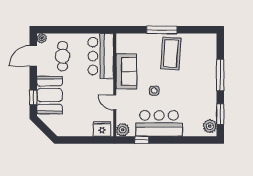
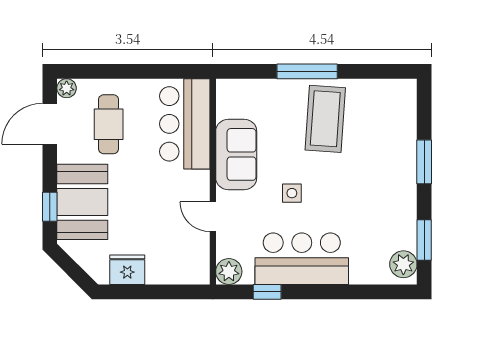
window: (220, 75) -> (424, 162), width x0.69
fridge: (102, 129) -> (127, 270), moved

